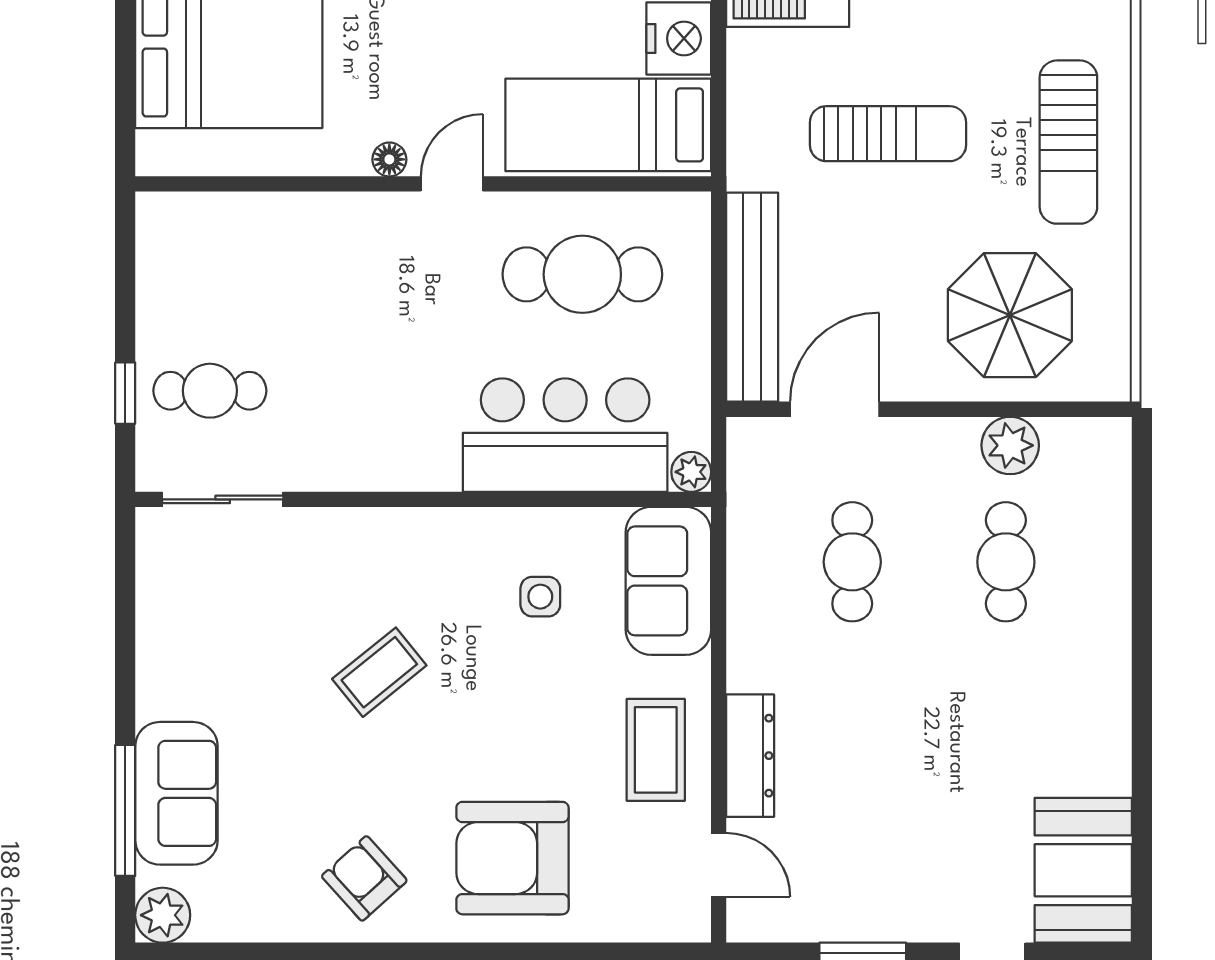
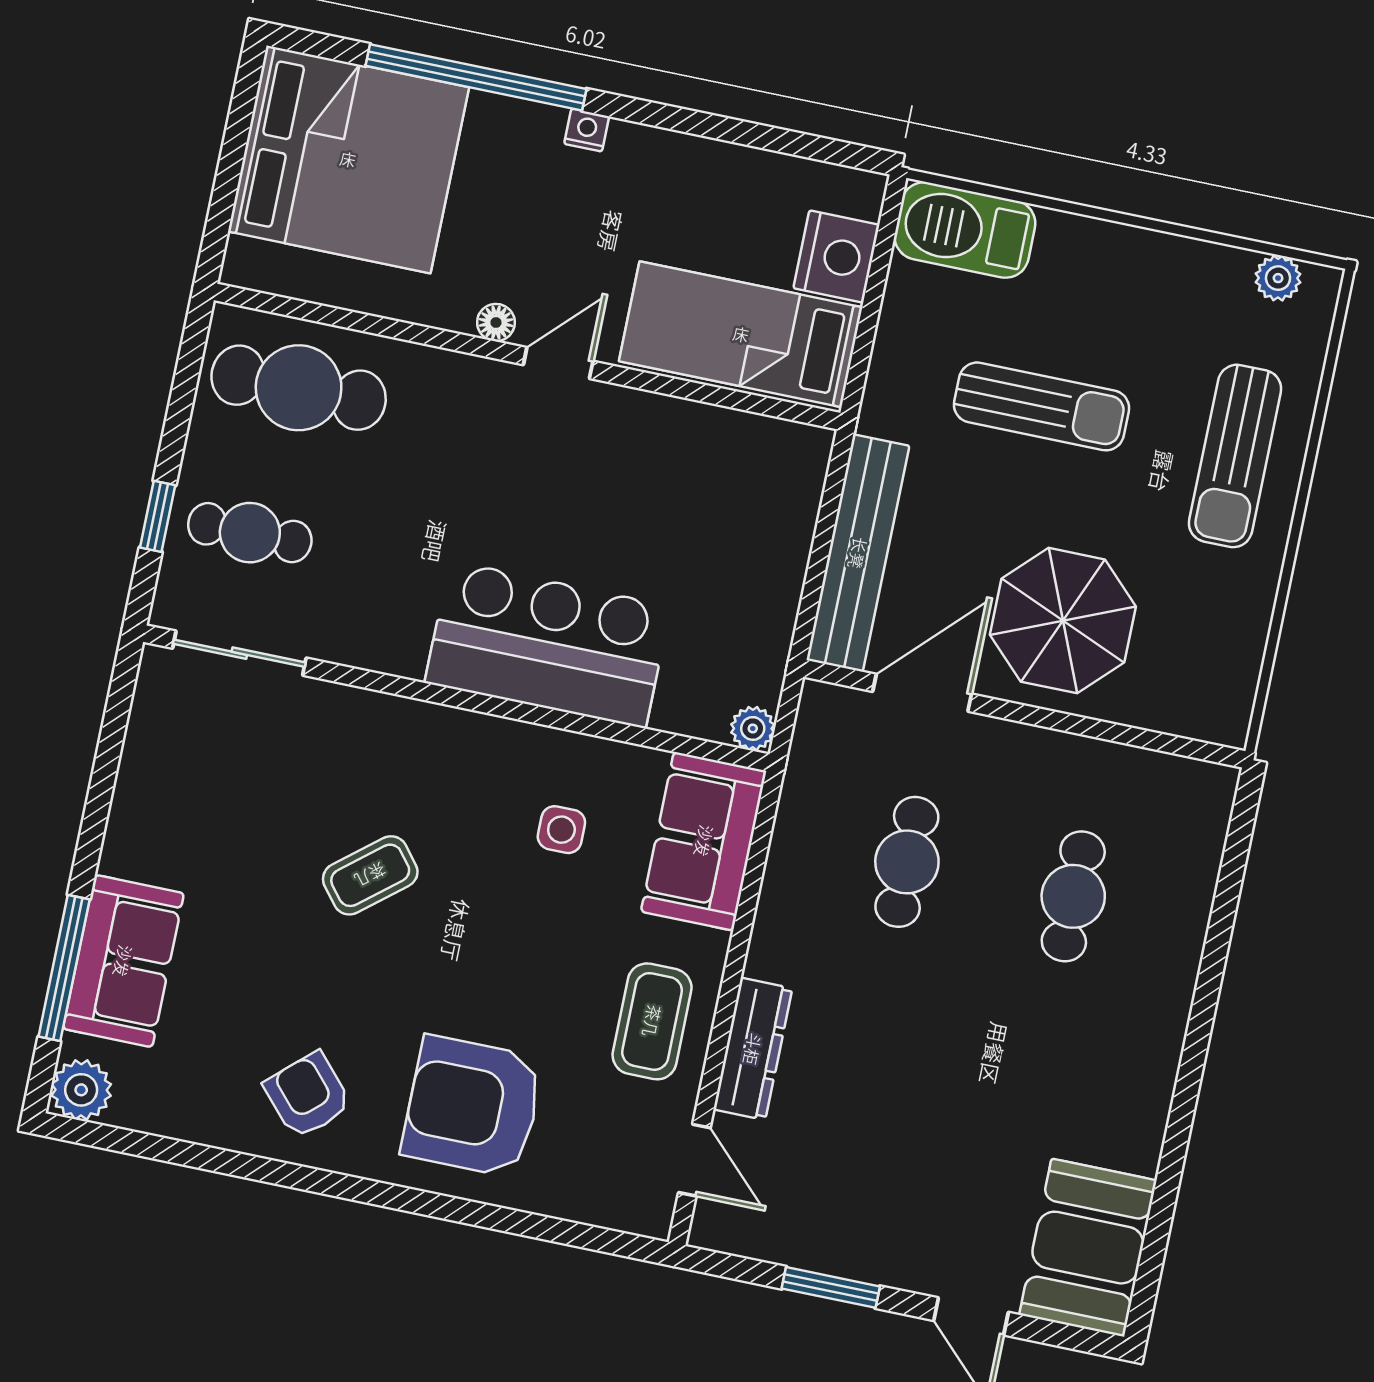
cafe table: (582, 274) -> (299, 388), moved
parasol: (1010, 315) -> (1063, 621), moved
bar counter: (565, 435) -> (548, 644), moved
plant: (1010, 445) -> (1104, 771), removed

